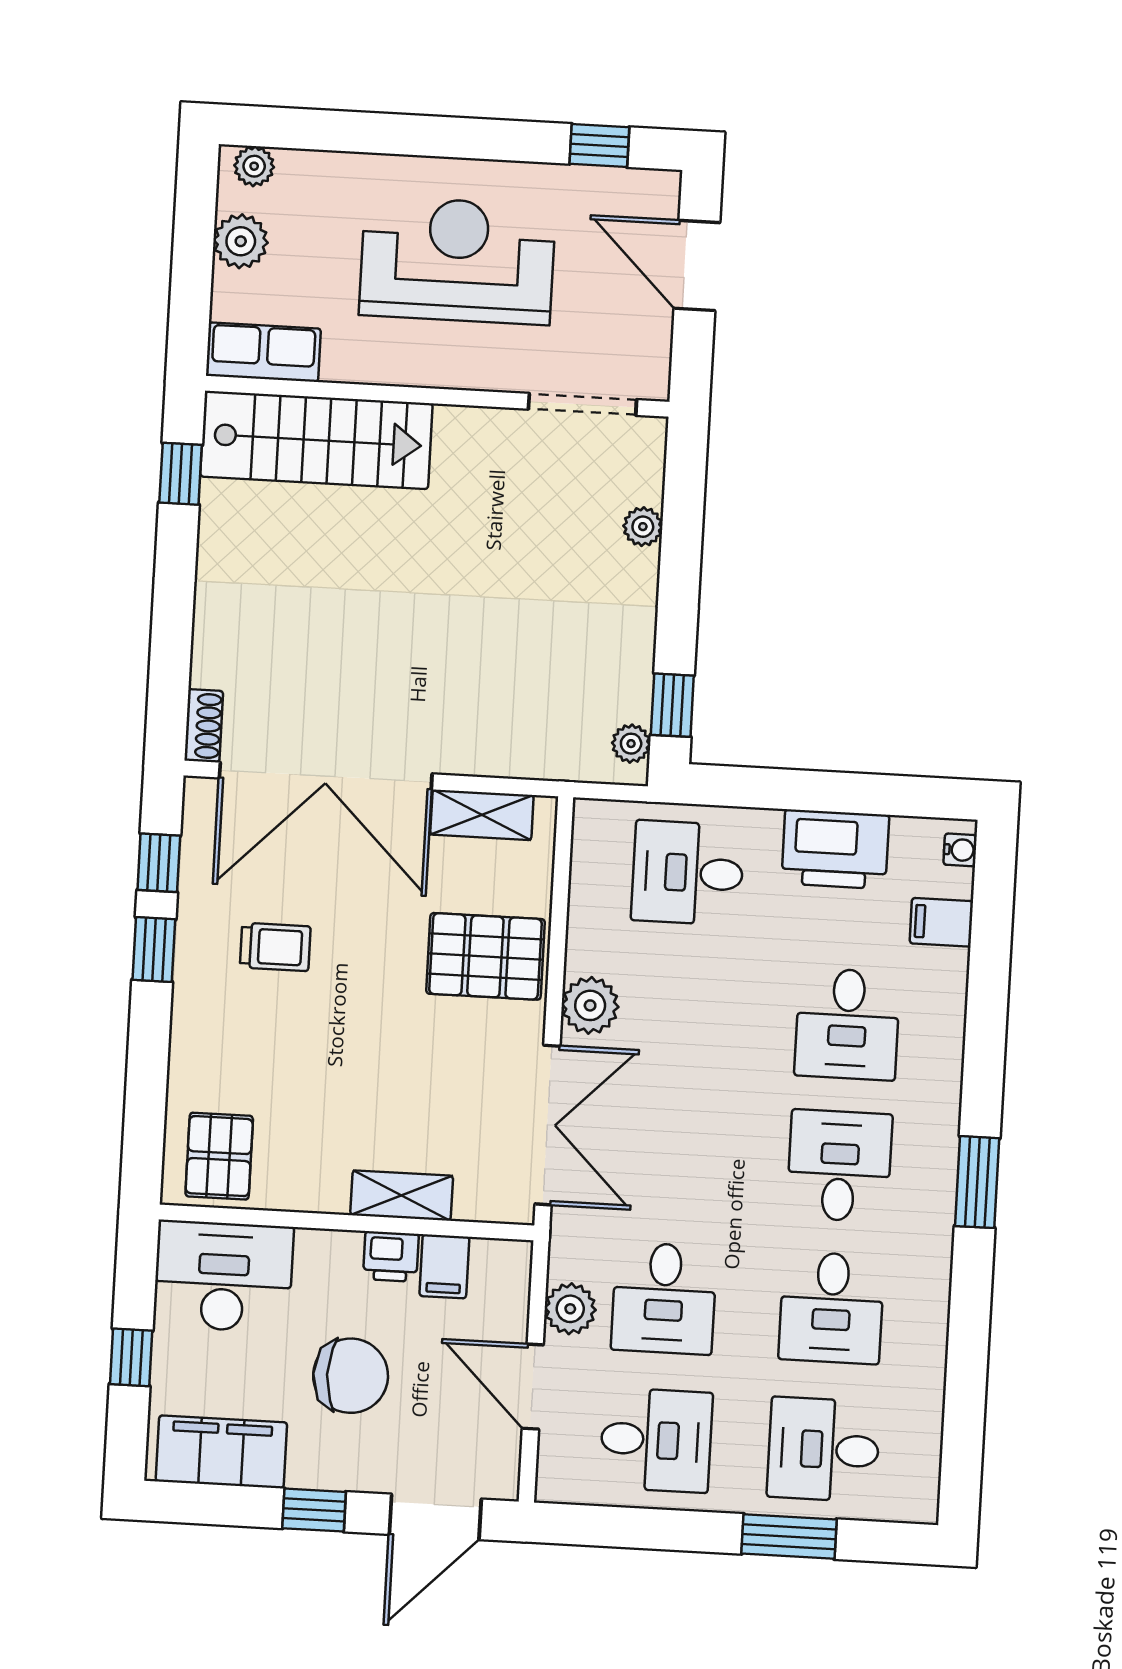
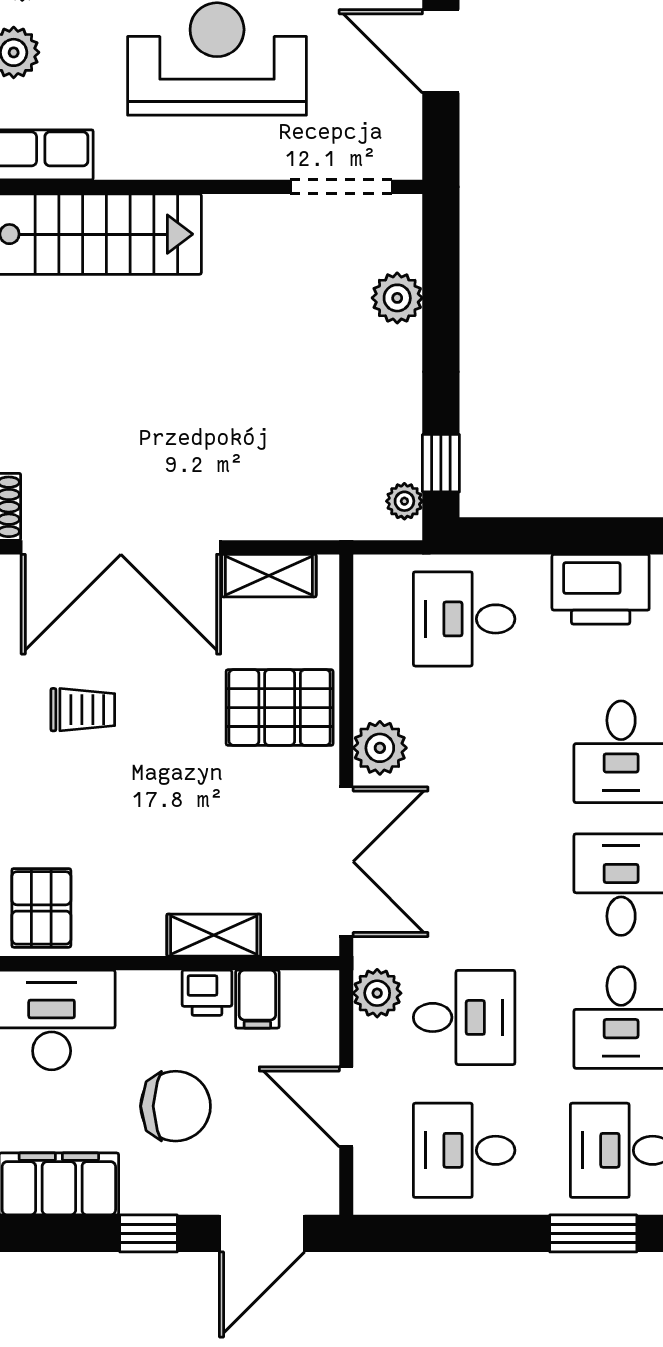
plant: (643, 527) -> (397, 298), width x1.38, depth x1.38
desk: (664, 1298) -> (464, 1017), turned -90
plant: (570, 1309) -> (377, 993), moved
desk: (656, 1440) -> (464, 1150), turned 180

